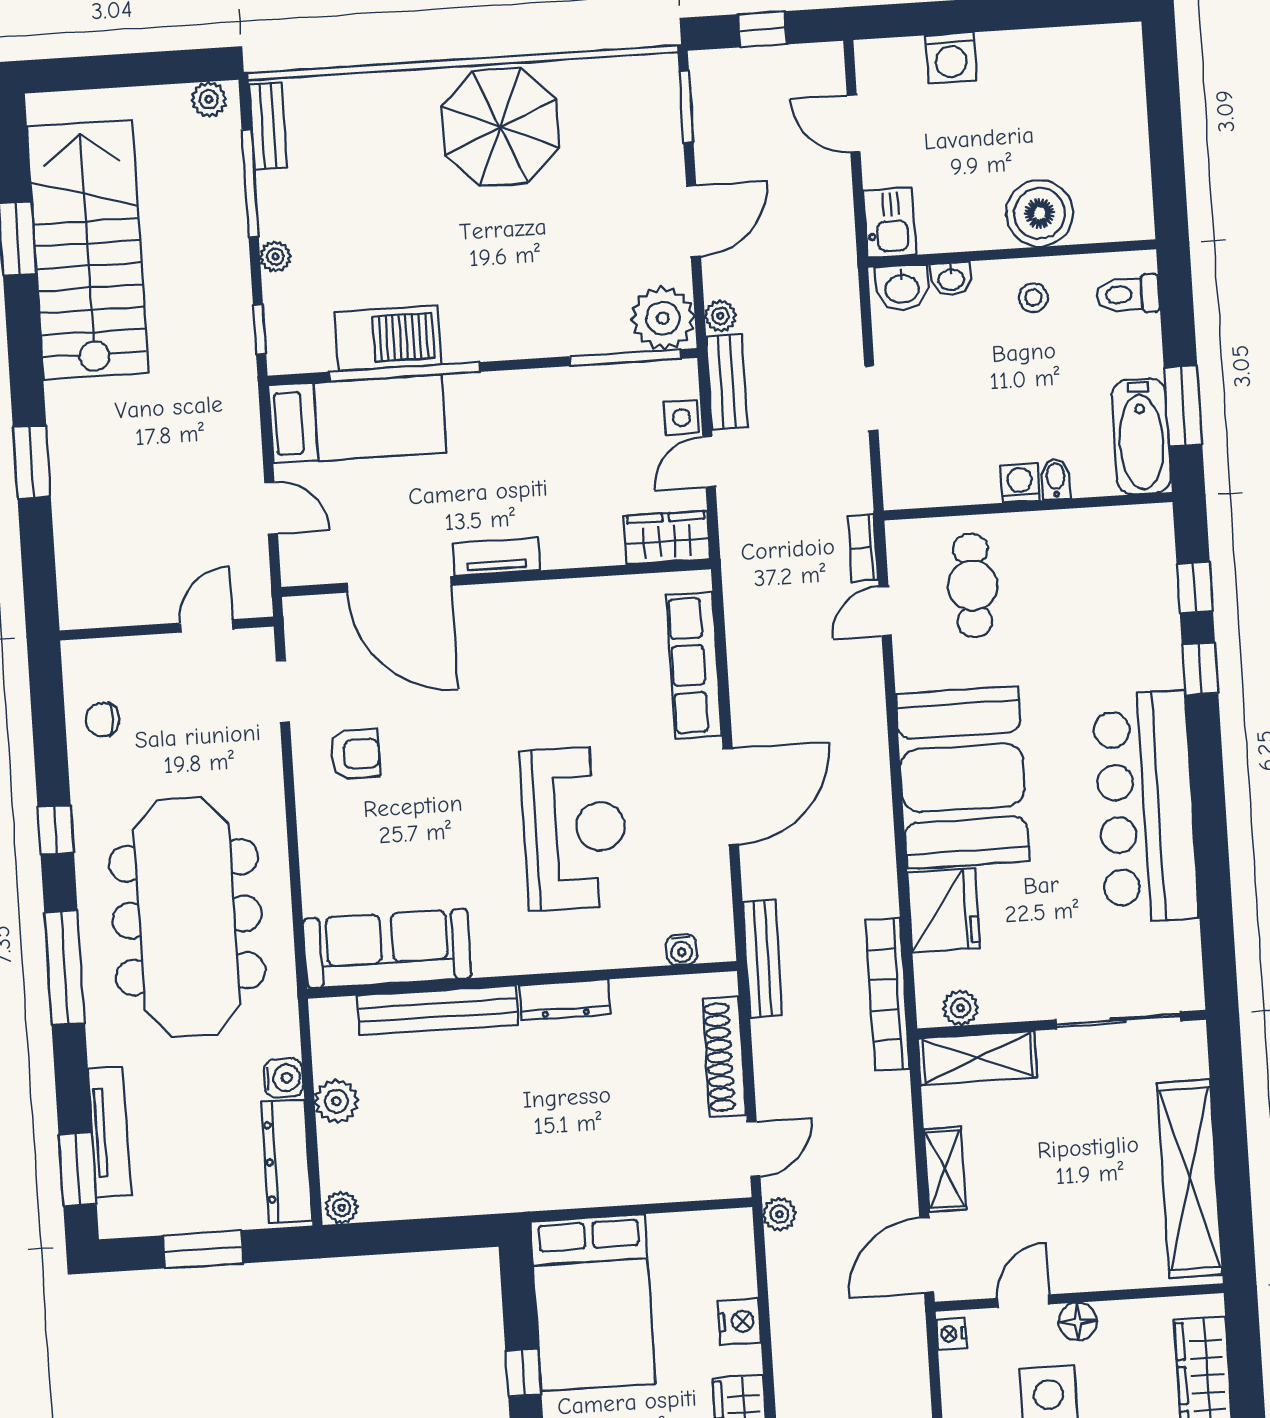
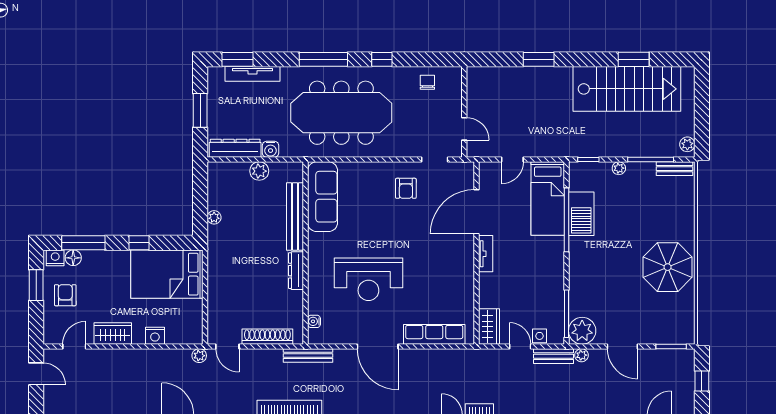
plant: (342, 1208) -> (214, 217), moved

